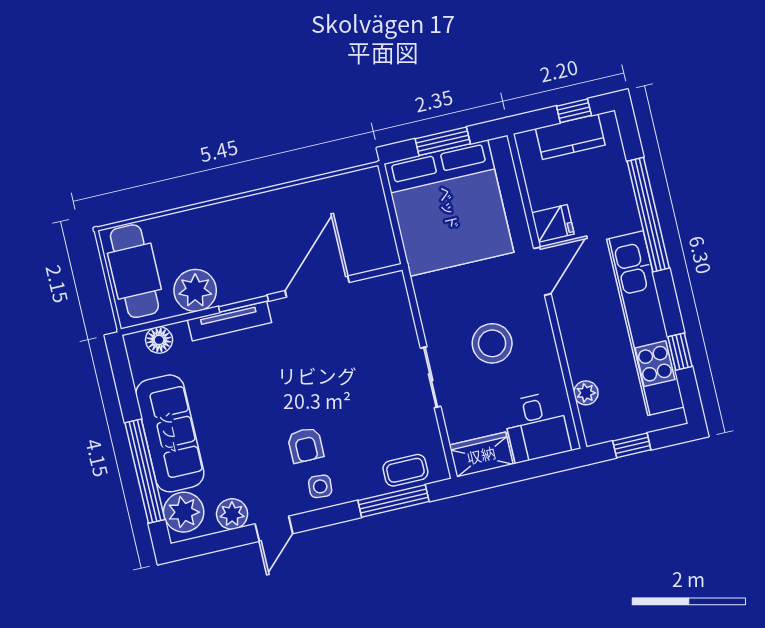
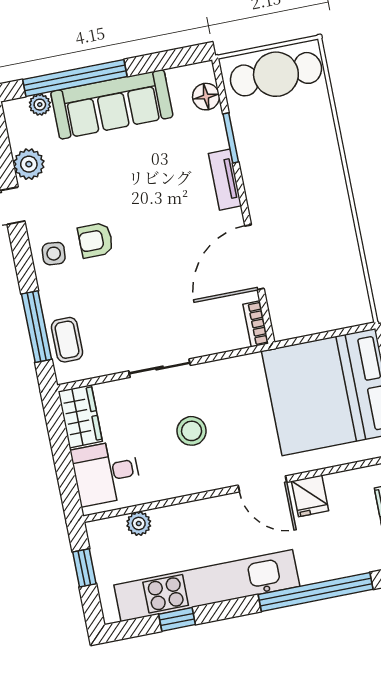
bookcase: (383, 283) -> (256, 324), added
door: (317, 287) -> (254, 257), swing flipped
plant: (195, 290) -> (255, 135), removed
window: (243, 304) -> (231, 138), moved
tv unit: (229, 321) -> (225, 180), width x0.71
stool: (492, 343) -> (192, 431), width x0.73, depth x0.73
plant: (184, 512) -> (40, 105), width x0.53, depth x0.53

